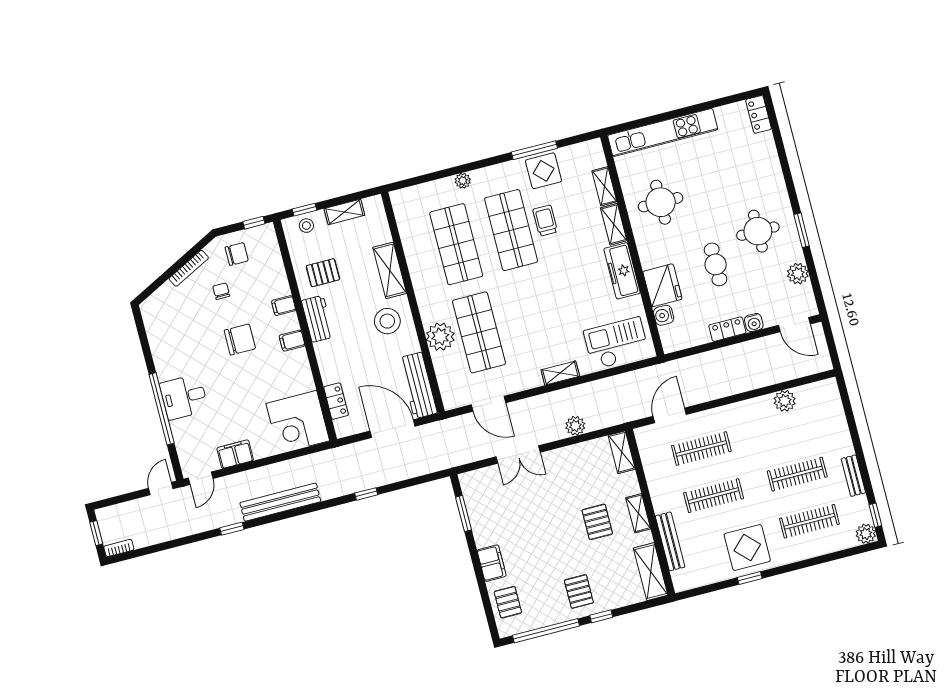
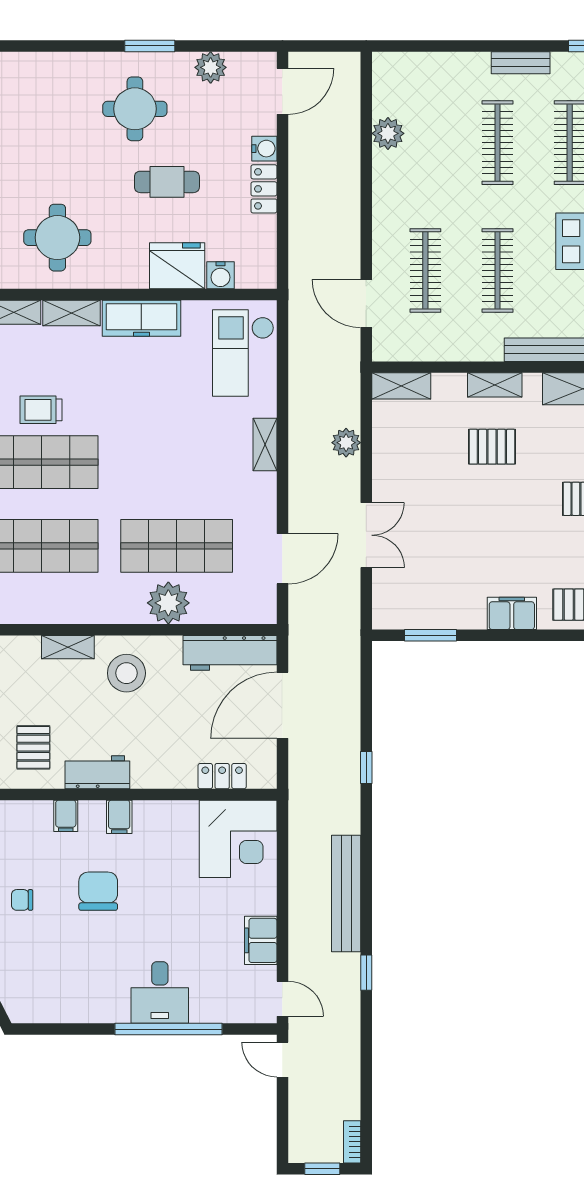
shelving: (390, 270) -> (68, 647), width x0.67, depth x0.75

